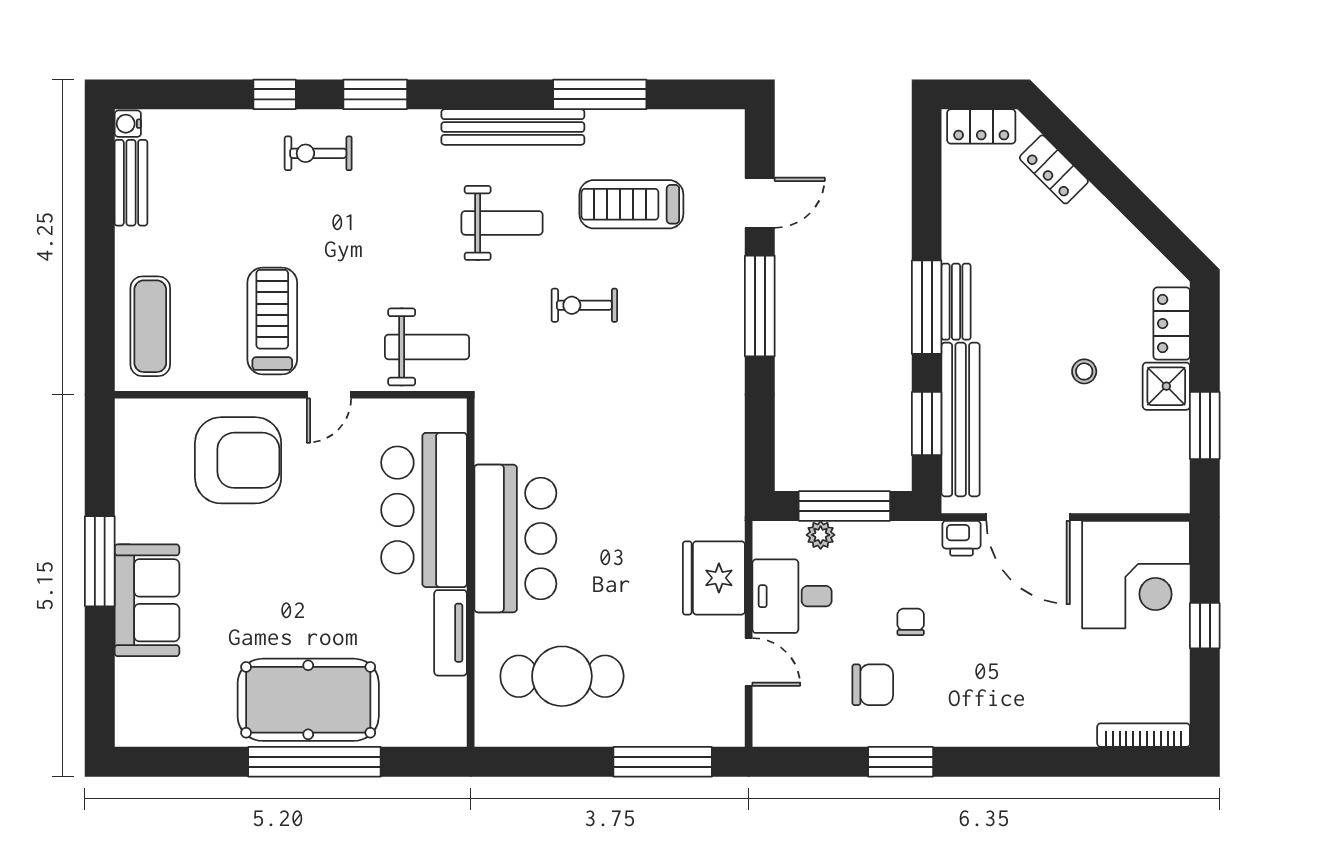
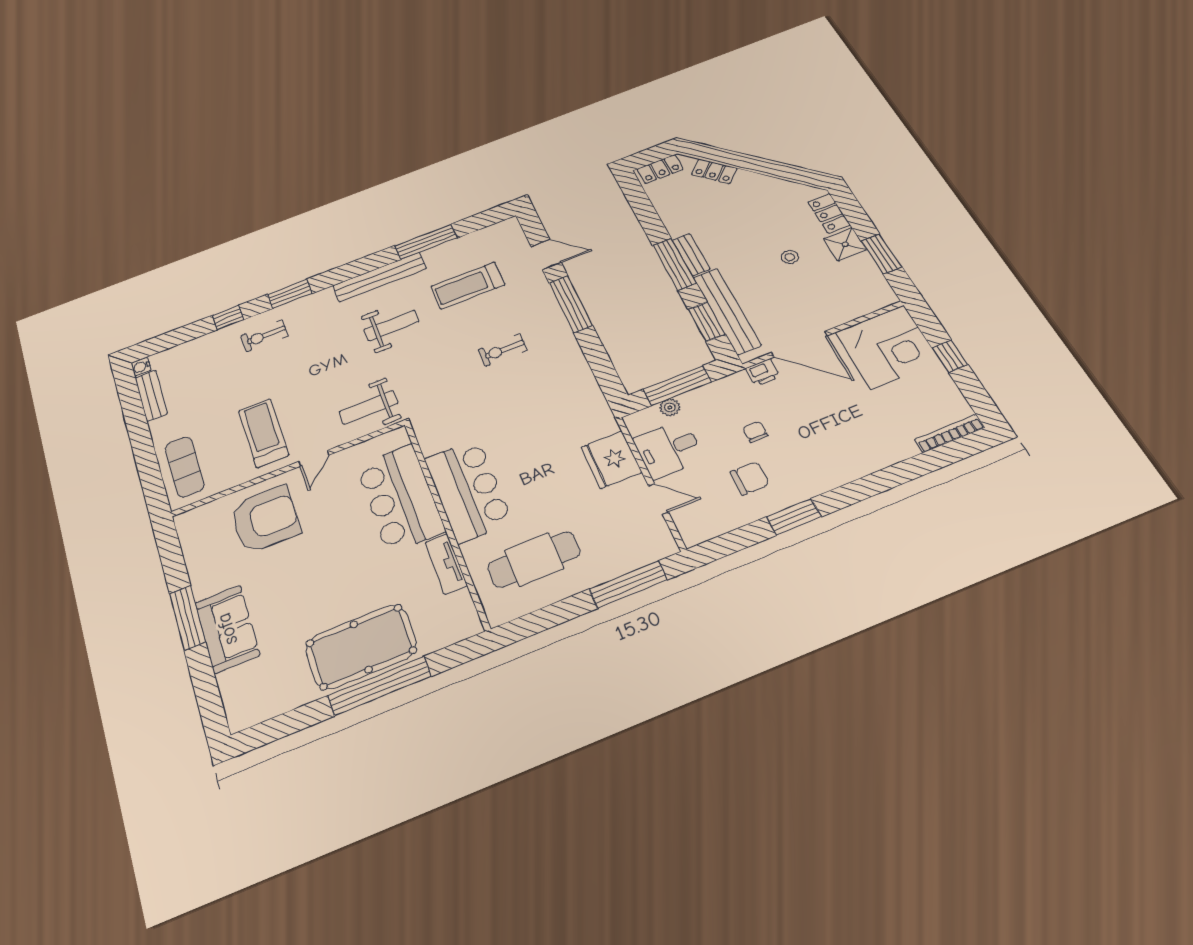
door: (760, 203) -> (546, 254), hinge flipped
exercise bike: (584, 305) -> (503, 350), moved
weight bench: (427, 347) -> (368, 407), turned 180

